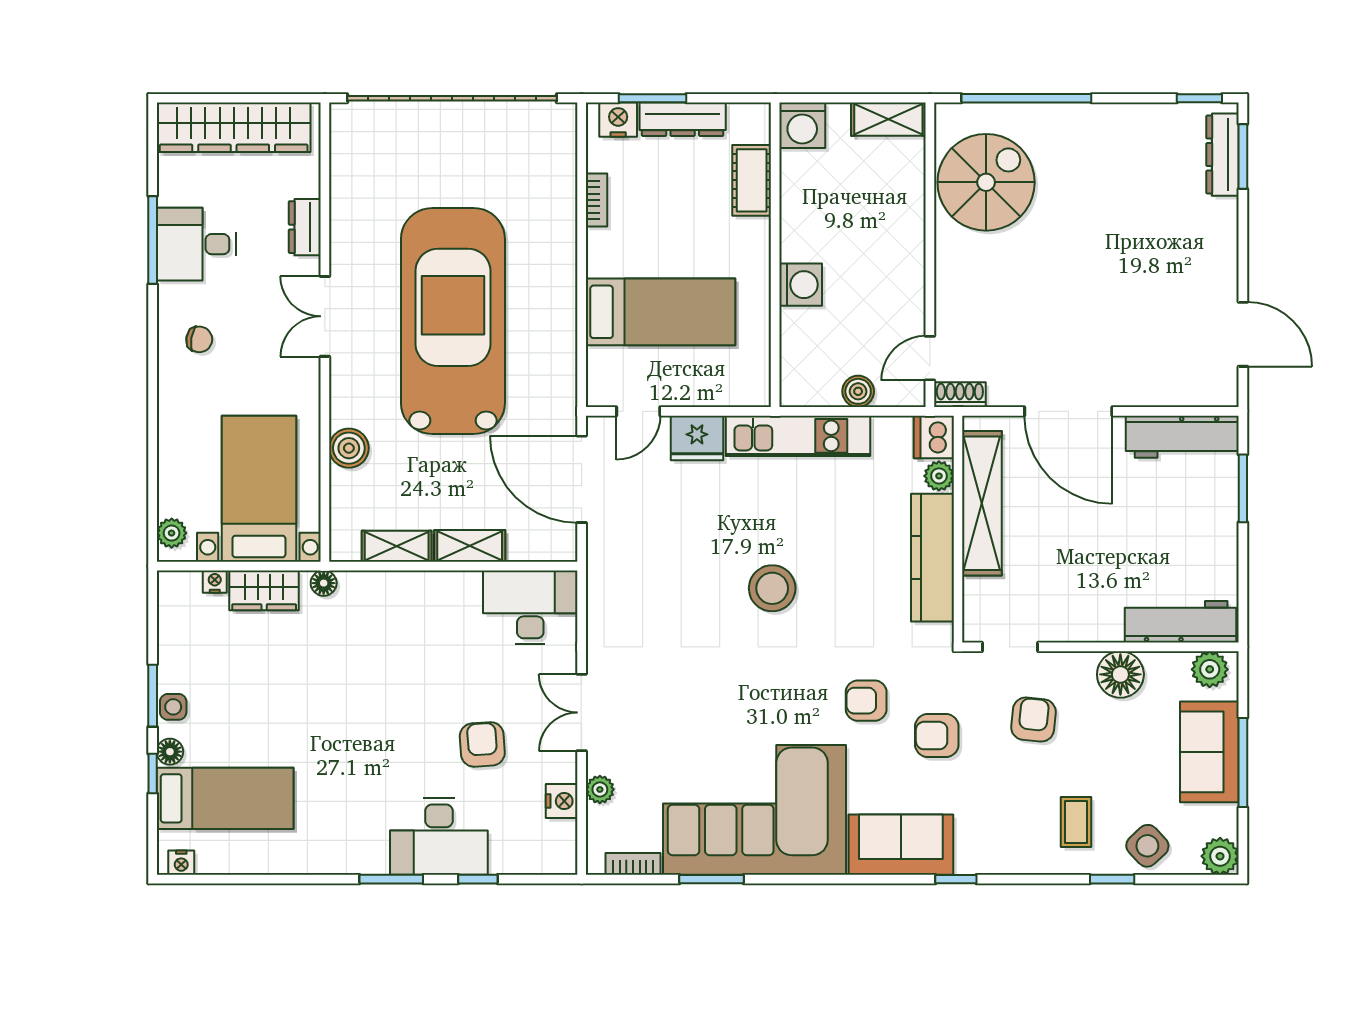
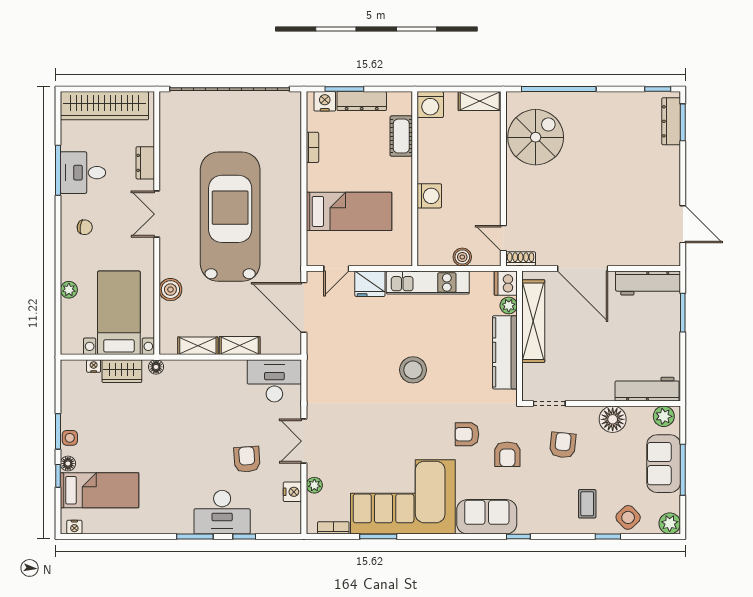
door: (930, 358) -> (503, 238), hinge flipped
plant: (172, 533) -> (69, 290), moved
armchair: (937, 736) -> (507, 454), turned -90

